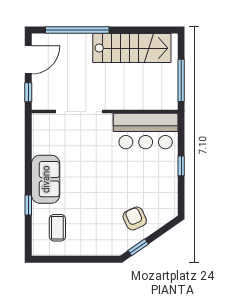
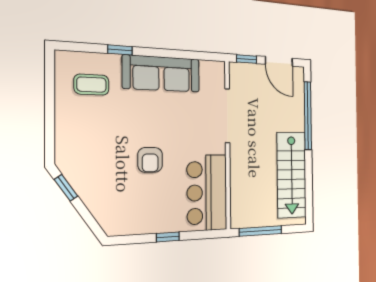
sofa: (46, 179) -> (161, 74), width x1.36
armchair: (135, 218) -> (150, 160), moved, turned 114

